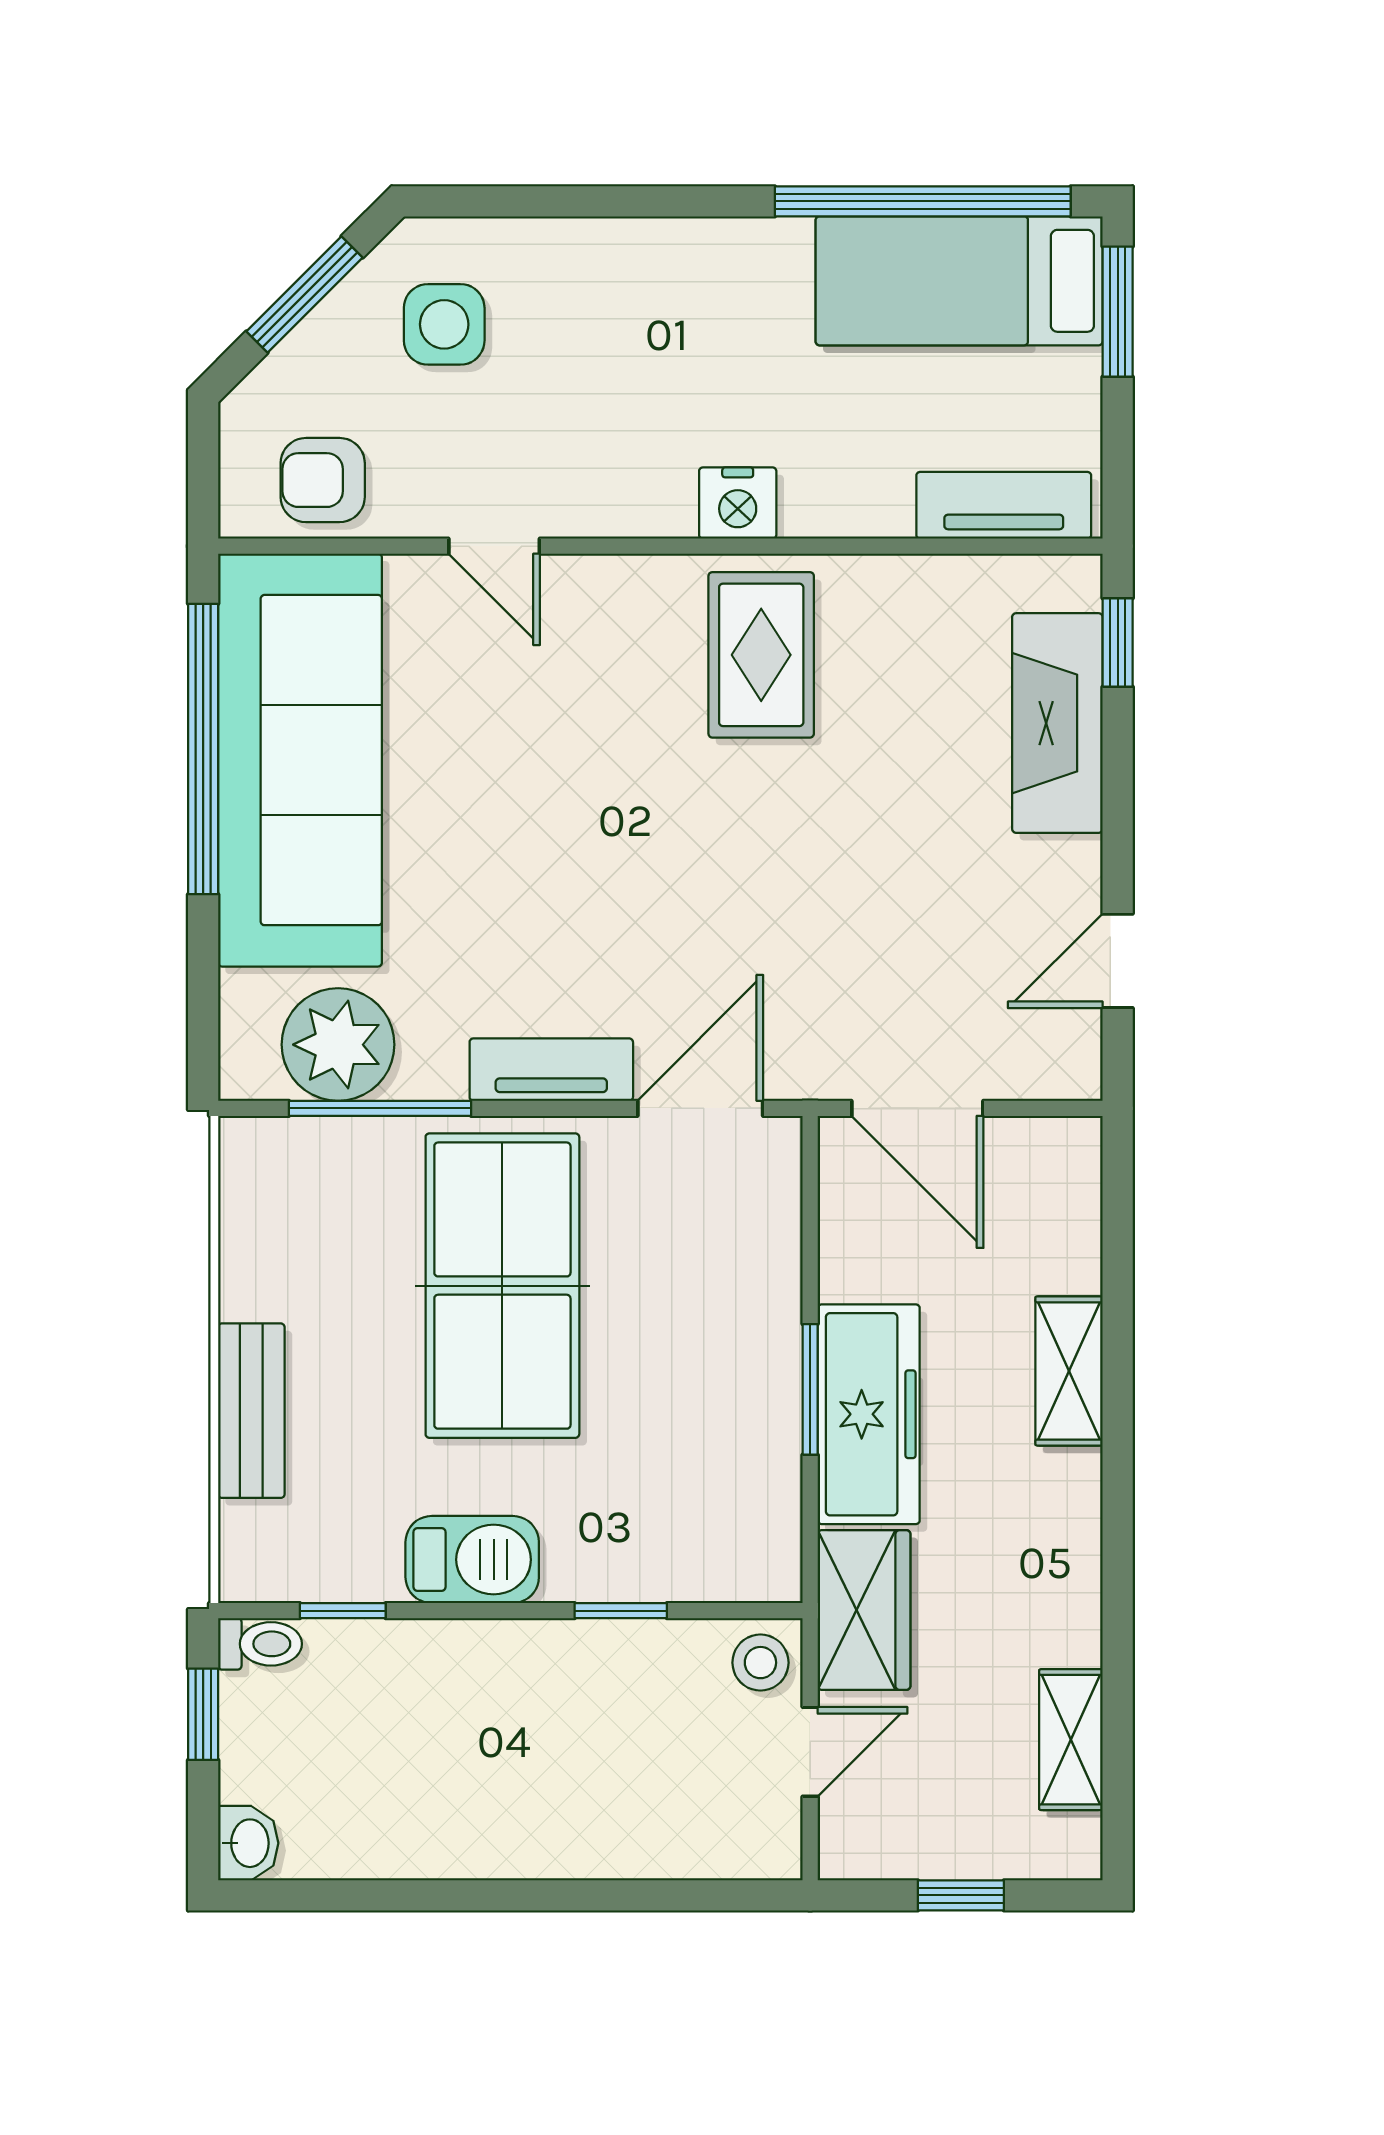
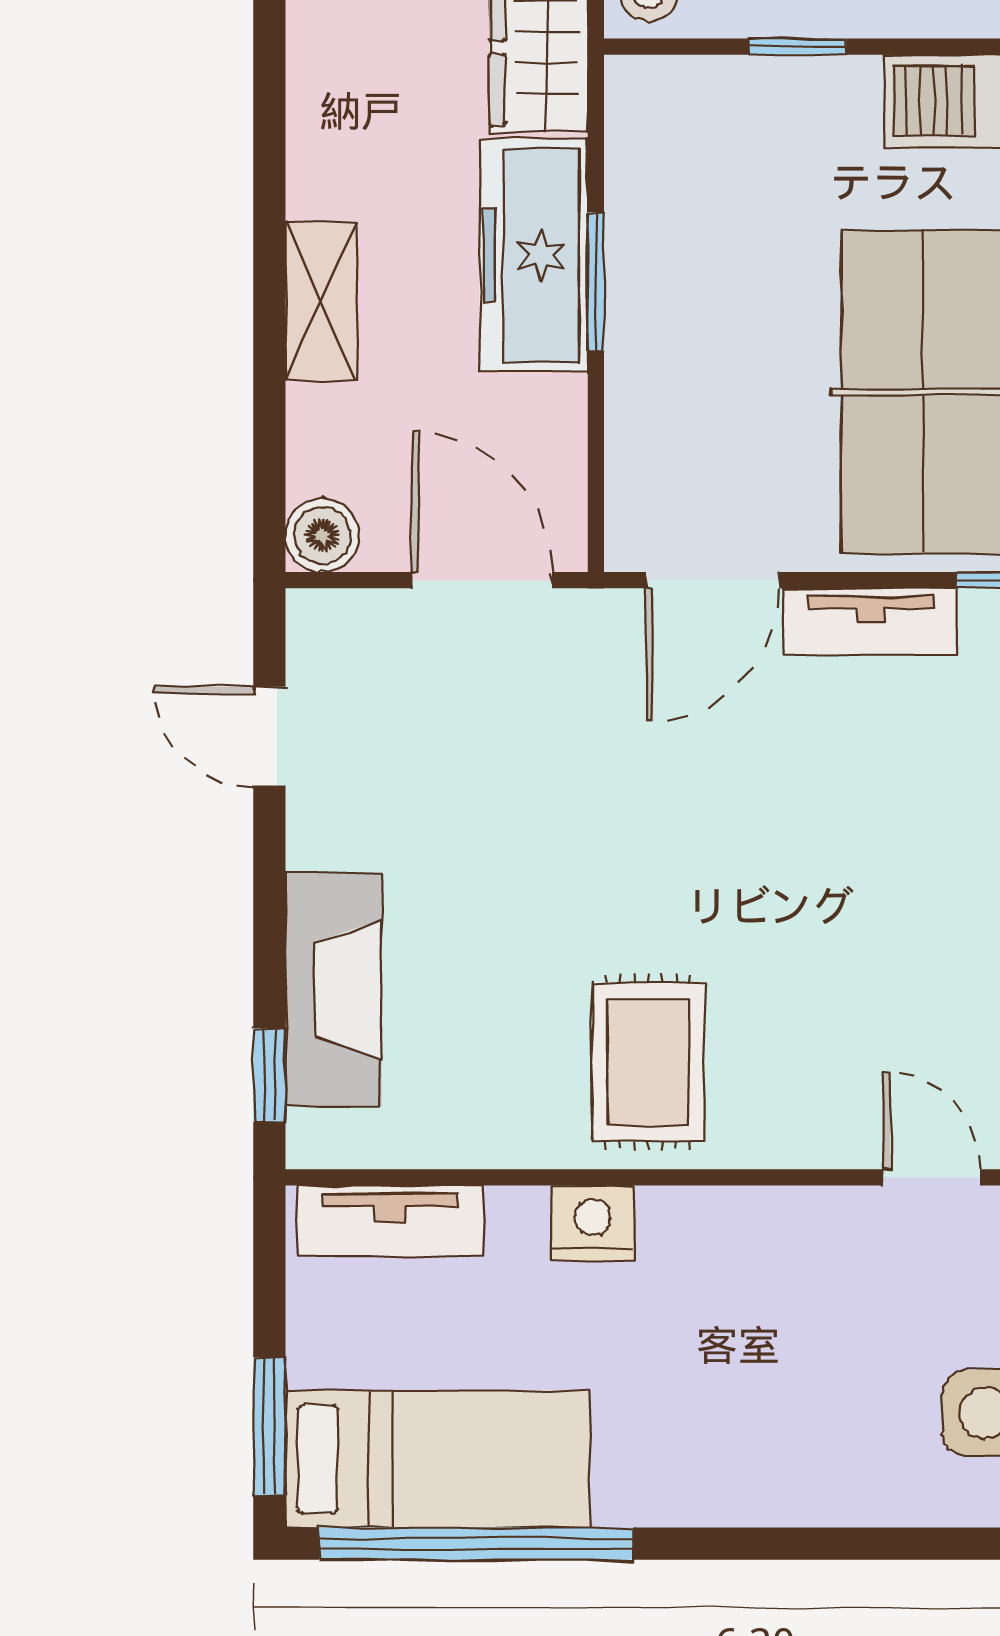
nightstand: (738, 503) -> (593, 1223), moved
door: (1118, 961) -> (269, 737), swing flipped
boiler: (1068, 1151) -> (322, 535), added

